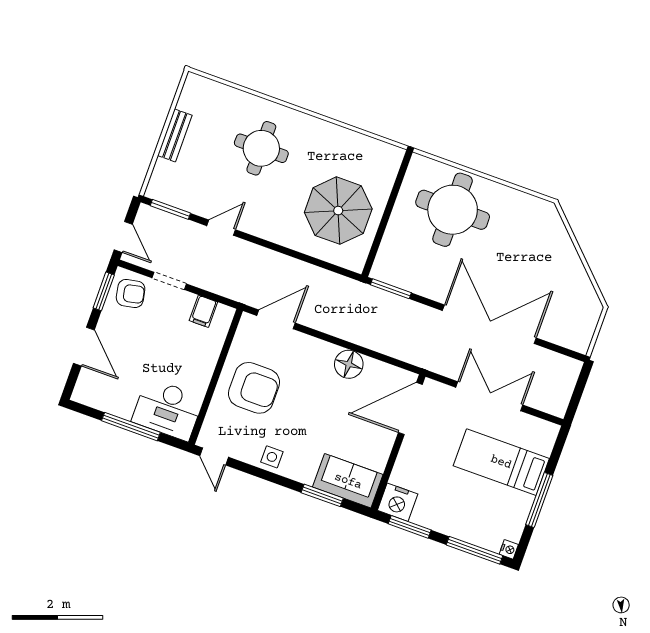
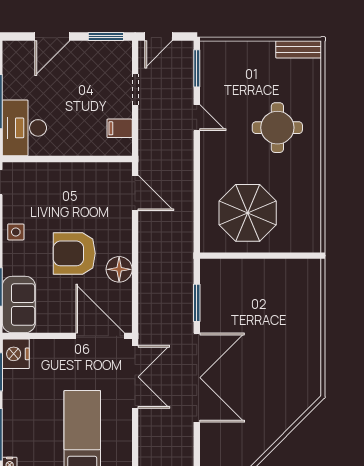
bench: (175, 135) -> (299, 49), moved
round table: (453, 210) -> (284, 311), removed
window: (391, 289) -> (197, 303), moved
armchair: (131, 293) -> (112, 60), removed
armchair: (254, 388) -> (74, 253), moved, turned 90
double door: (489, 396) -> (135, 377), moved

